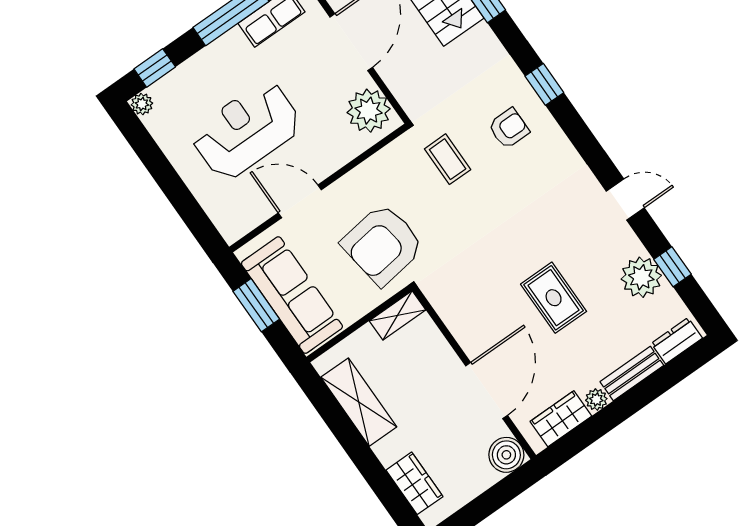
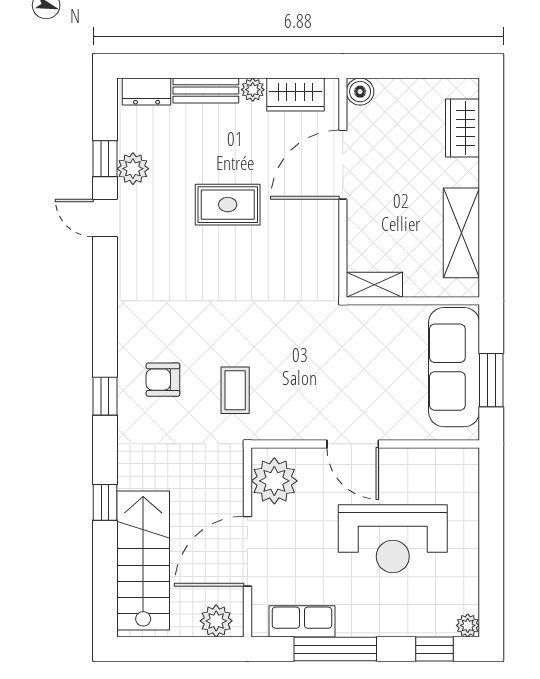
door: (625, 199) -> (105, 218), moved
door: (300, 201) -> (353, 444), moved
armchair: (383, 244) -> (344, 356), removed
plant: (641, 277) -> (133, 169), width x0.73, depth x0.73
rug: (554, 298) -> (228, 205), turned 90
boiler: (506, 455) -> (360, 92), width x0.73, depth x0.73

